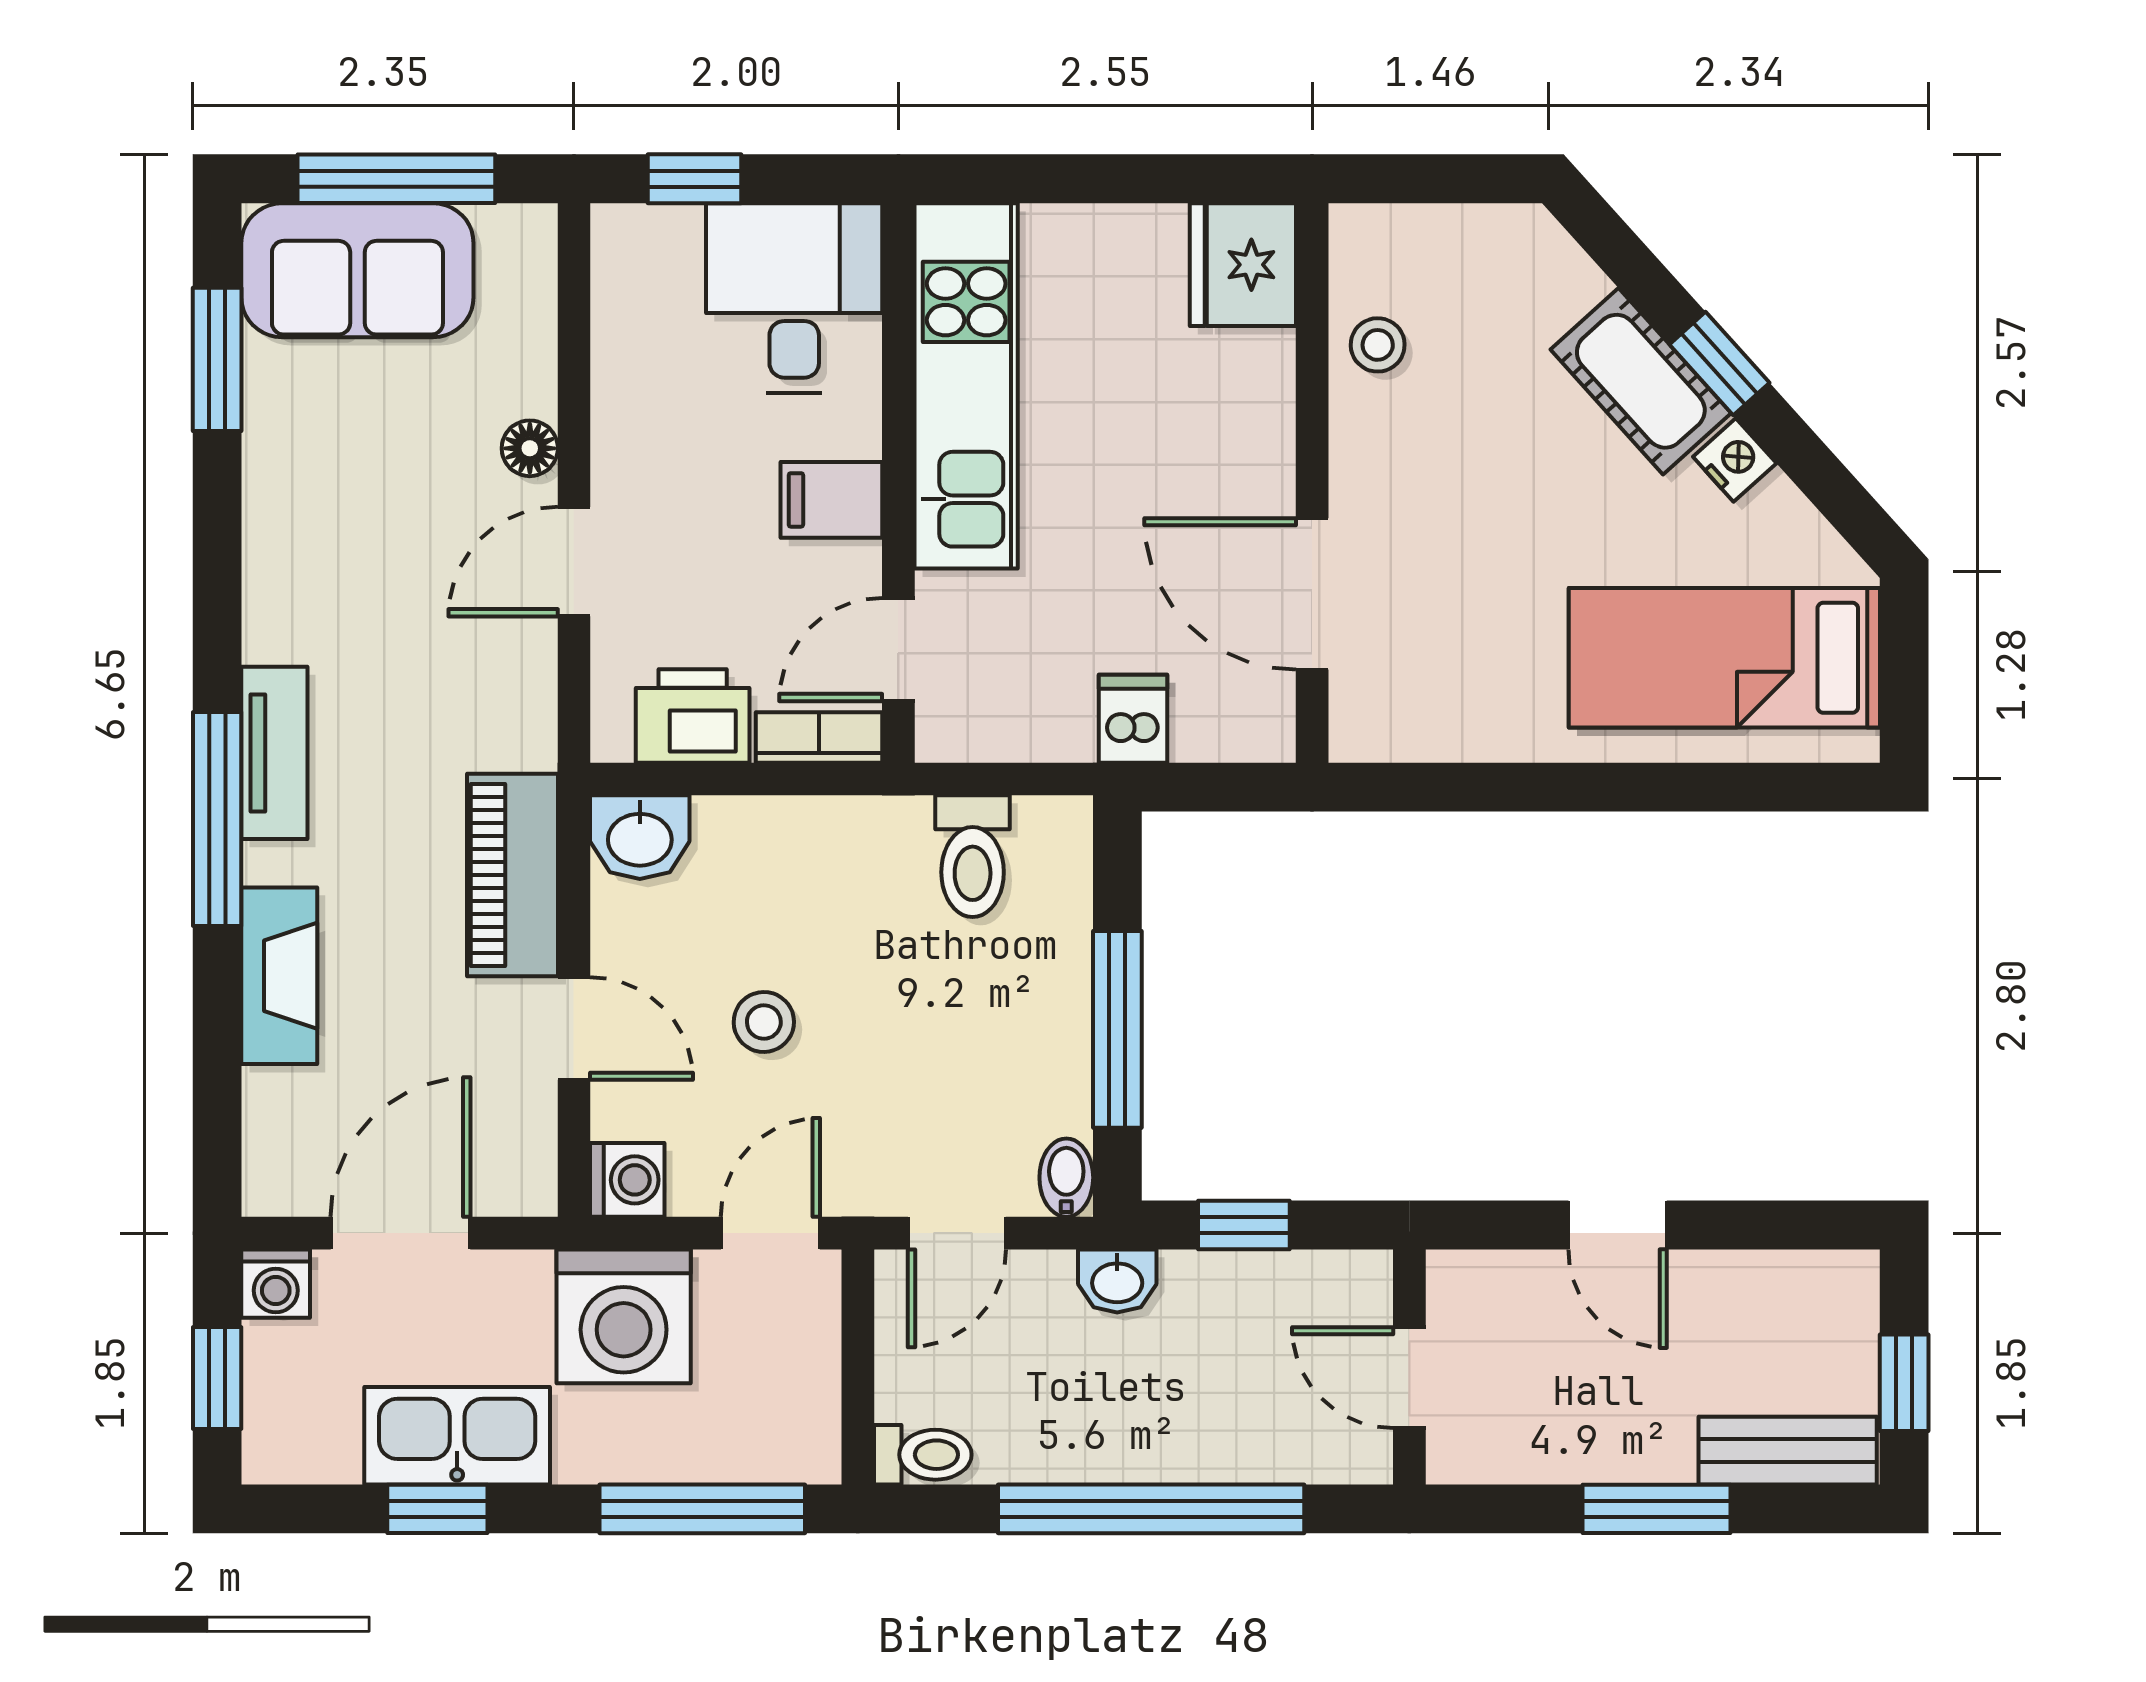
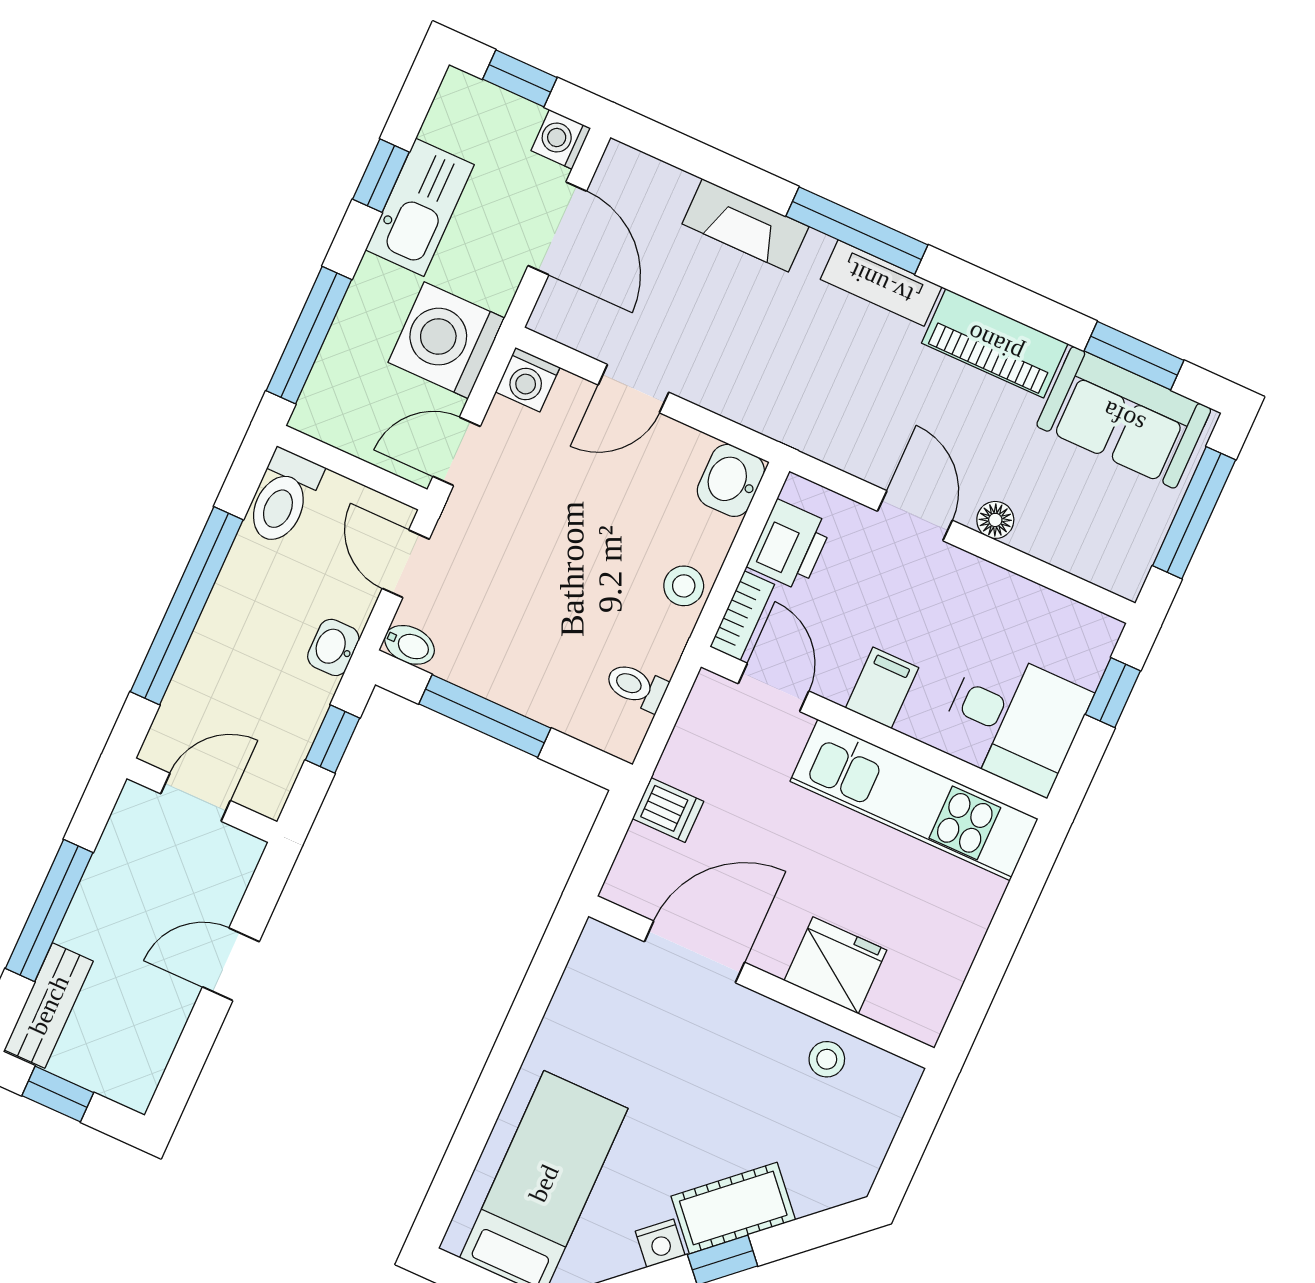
fridge: (1243, 265) -> (835, 965), moved
sofa: (357, 270) -> (1124, 417), moved, turned -90
toilet: (973, 856) -> (636, 687), width x0.73, depth x0.72
piano: (512, 875) -> (995, 343), moved, turned 180
stool: (764, 1022) -> (684, 586), moved
door: (770, 1233) -> (457, 451), swing flipped
toilet: (923, 1455) -> (283, 497), width x1.37, depth x1.39
window: (1656, 1509) -> (49, 910), width x1.44

